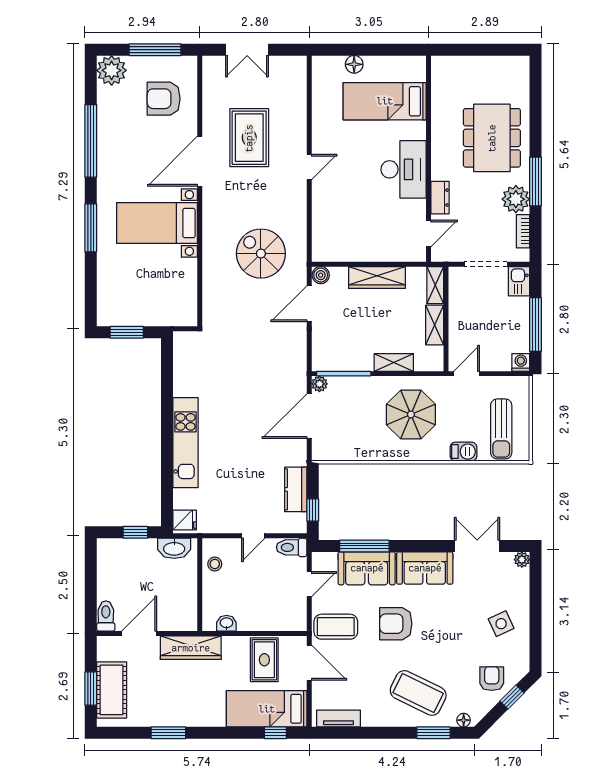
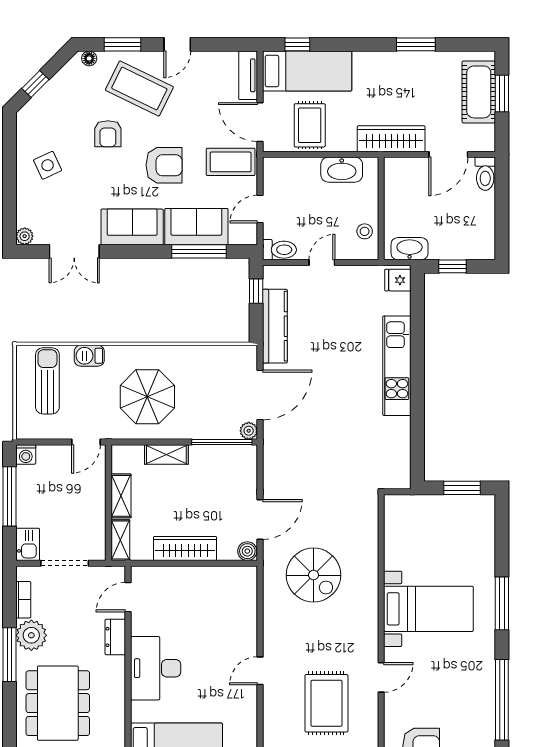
door: (200, 161) -> (381, 677), width x0.53
kitchen counter: (296, 489) -> (275, 326), width x1.50
washbasin: (226, 623) -> (342, 170), width x1.91, depth x1.45
armchair: (492, 679) -> (108, 134), moved
tv unit: (338, 718) -> (248, 75), moved, turned 90
door: (384, 733) -> (177, 44), added

